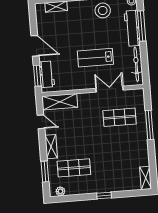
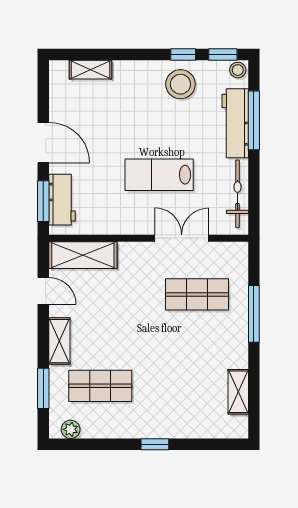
shelving: (146, 178) -> (238, 392), moved

